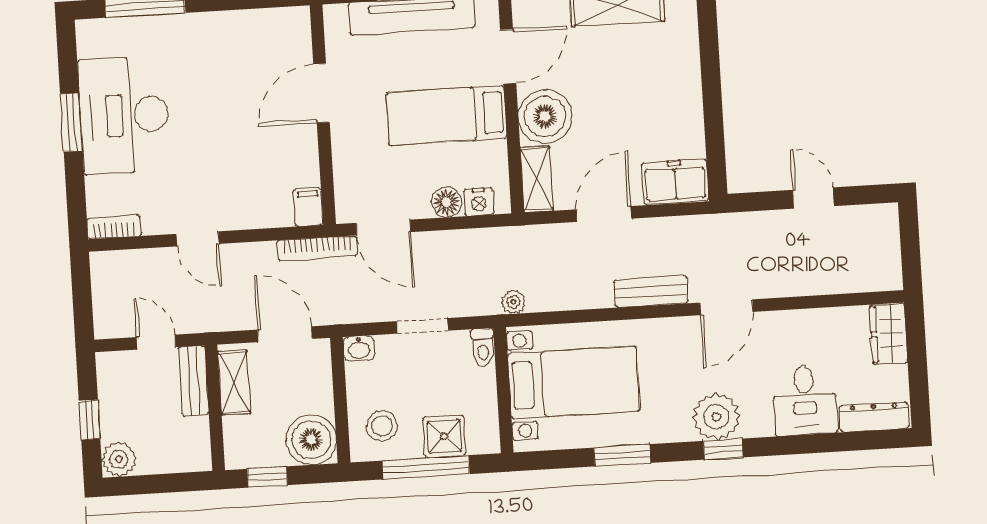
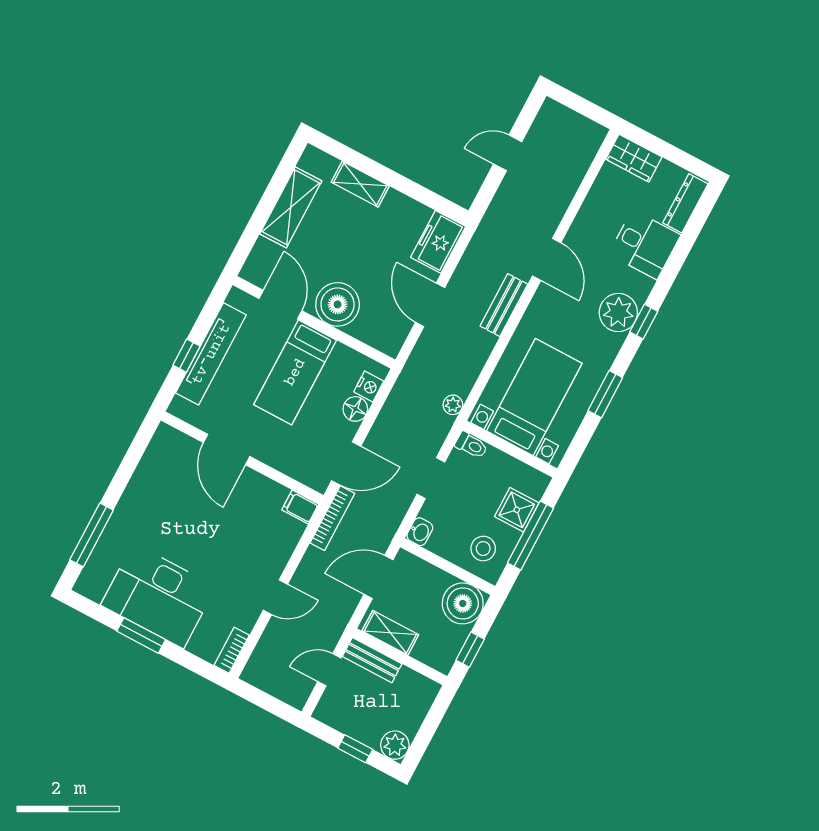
shelving: (537, 179) -> (360, 184), moved

